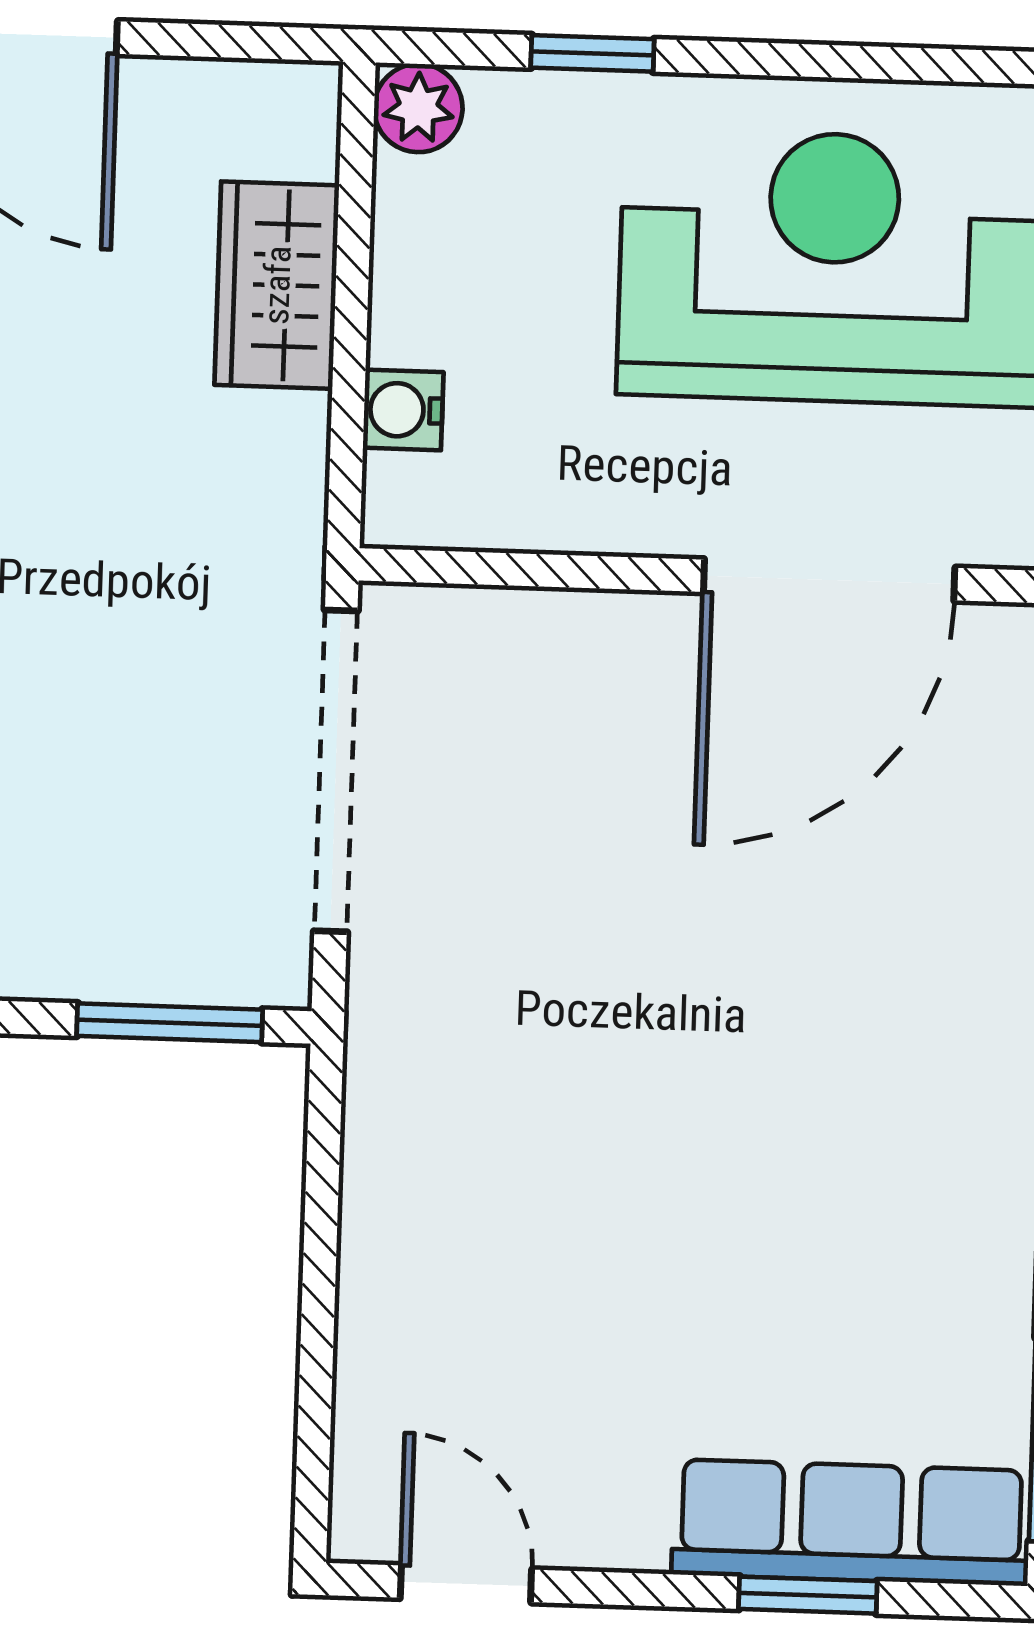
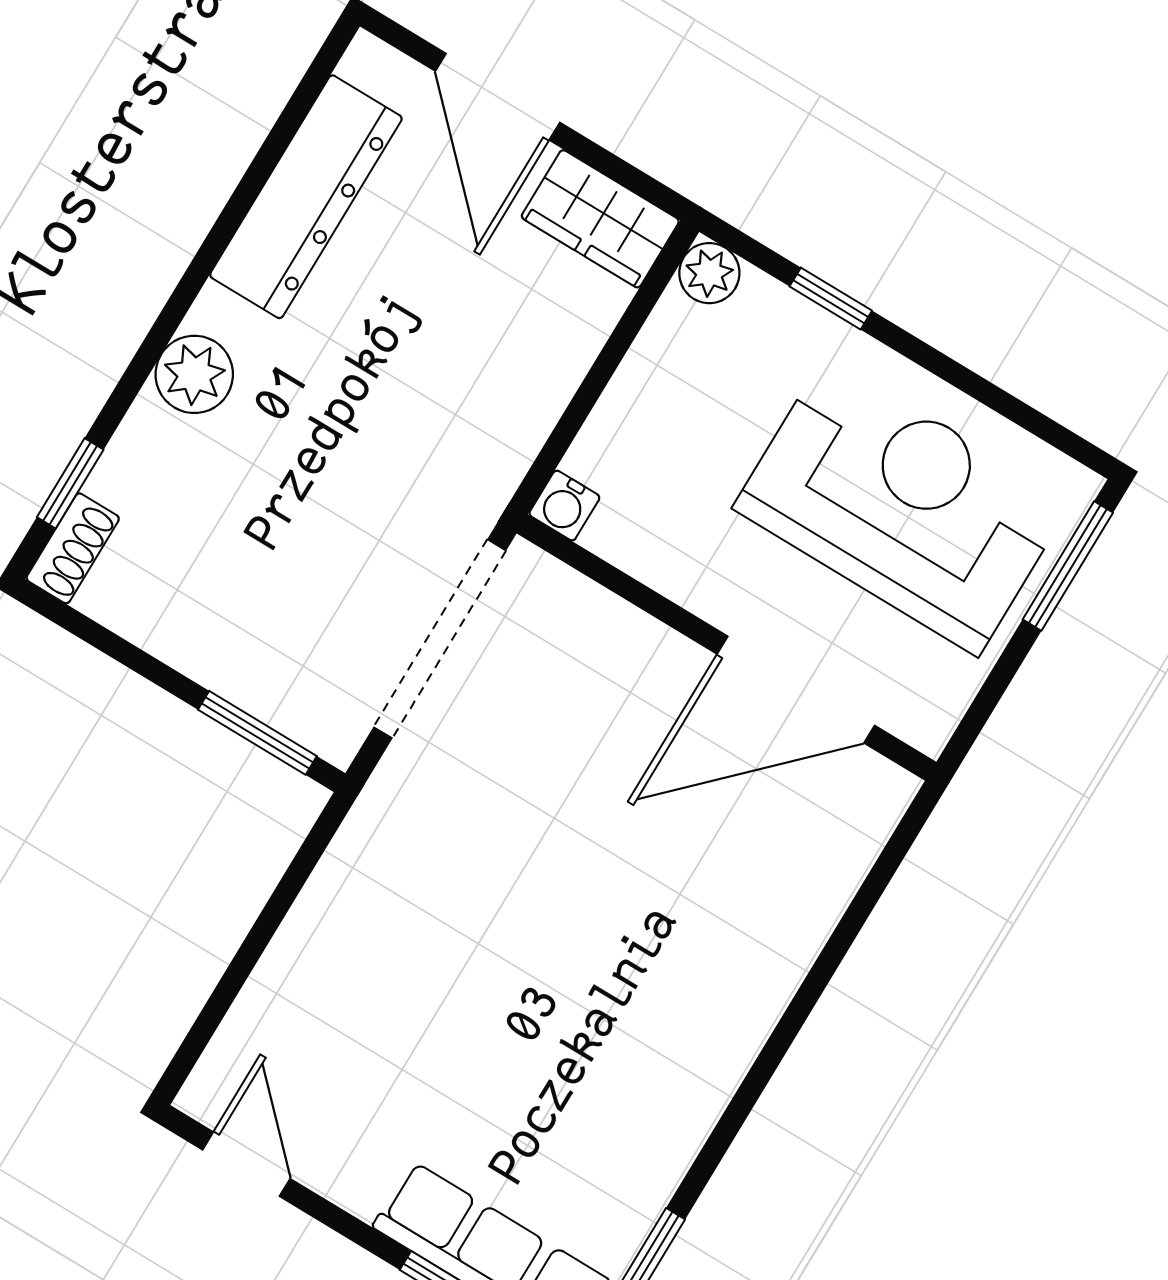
wardrobe: (277, 285) -> (600, 219), moved, turned -90
water cooler: (403, 410) -> (564, 506), moved, turned -90

